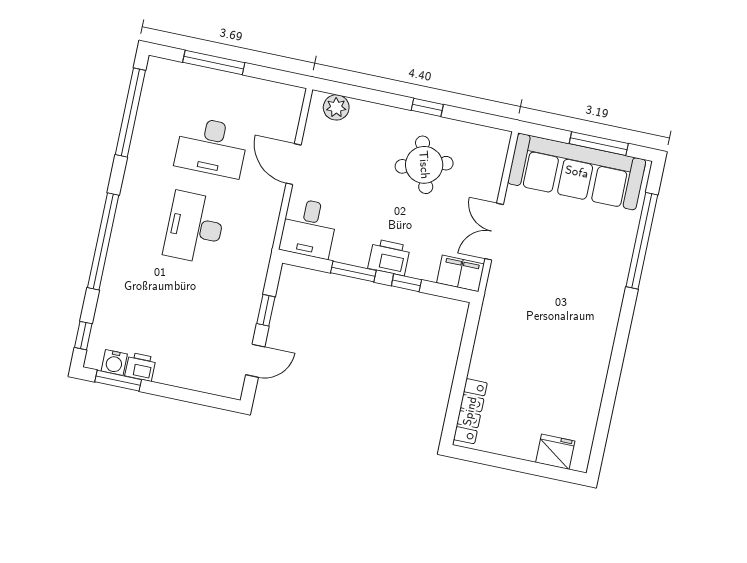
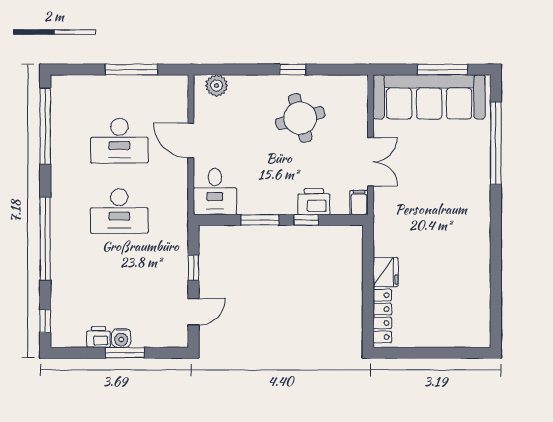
window: (214, 62) -> (132, 70), moved
desk: (195, 228) -> (119, 211), turned -90
double door: (494, 232) -> (371, 162), swing flipped
printer: (389, 257) -> (314, 202), moved
filing cabinet: (460, 273) -> (359, 203), width x0.50
water cooler: (114, 362) -> (121, 338), moved
window: (118, 381) -> (125, 353), moved
fridge: (555, 452) -> (386, 272), moved, turned 90

